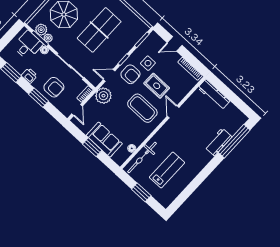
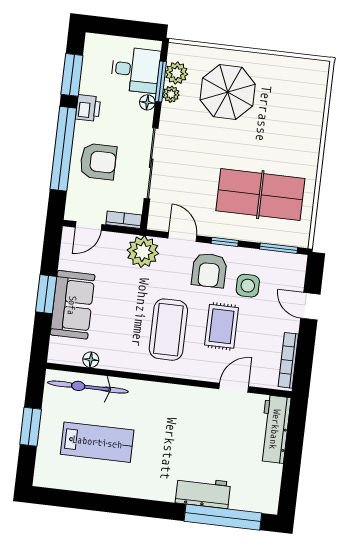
table tennis table: (99, 30) -> (260, 195), moved
armchair: (54, 87) -> (98, 162), turned -90
window: (38, 98) -> (63, 149), width x2.11
door: (173, 112) -> (234, 388), moved

